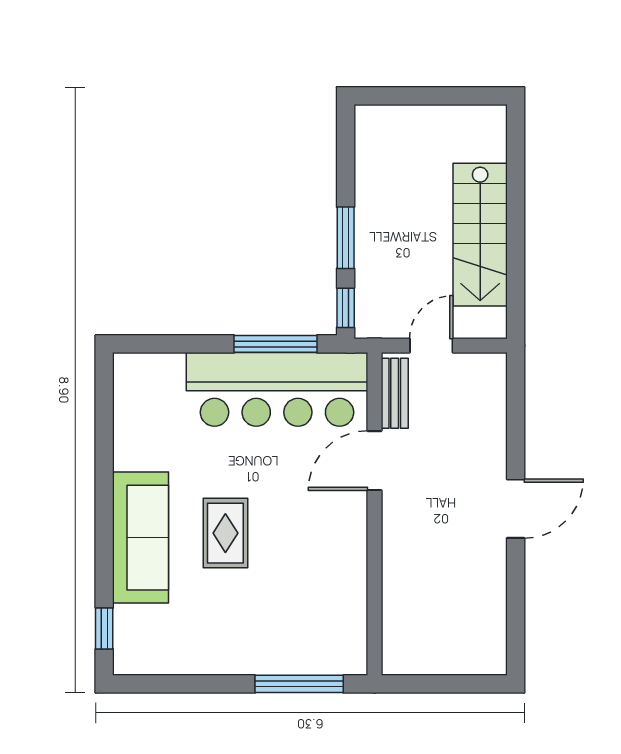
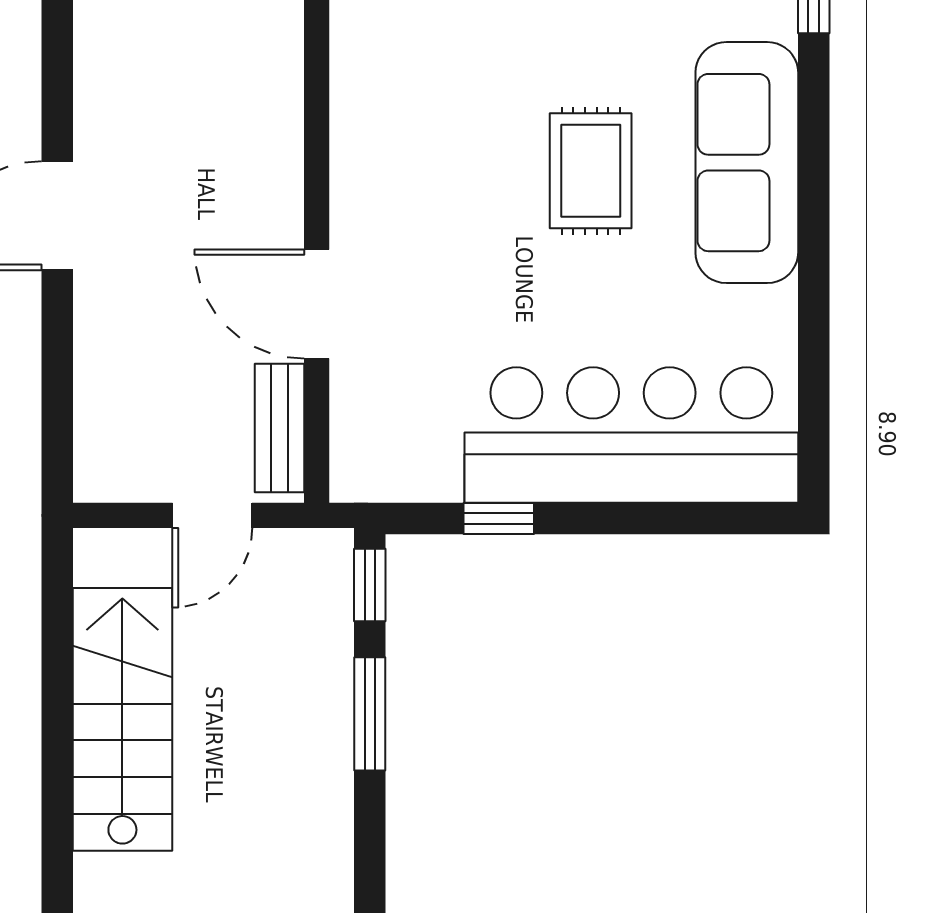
window: (275, 344) -> (499, 519), width x0.46
bar counter: (277, 389) -> (631, 435), moved
door: (374, 461) -> (317, 304), swing flipped

